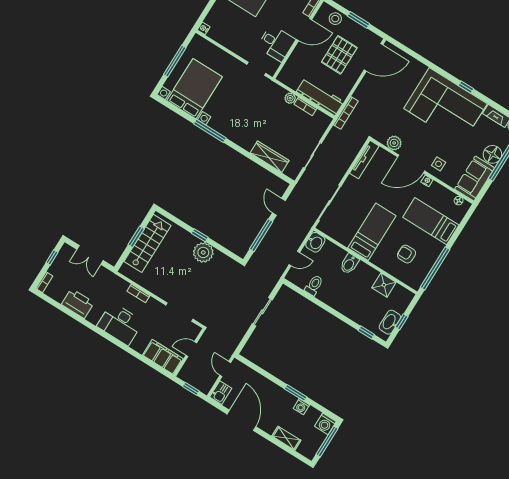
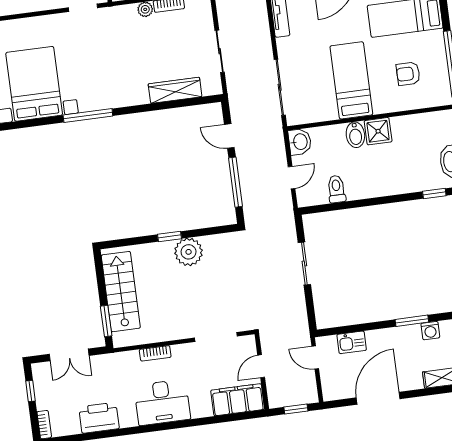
window: (136, 237) -> (106, 321), moved
shower: (384, 285) -> (378, 131), moved
kitchen sink: (221, 393) -> (352, 342), moved, turned 90
door: (241, 420) -> (378, 398), hinge flipped

